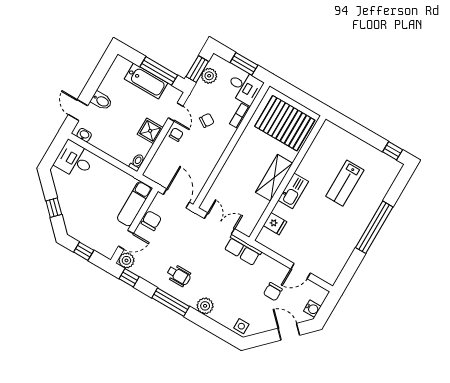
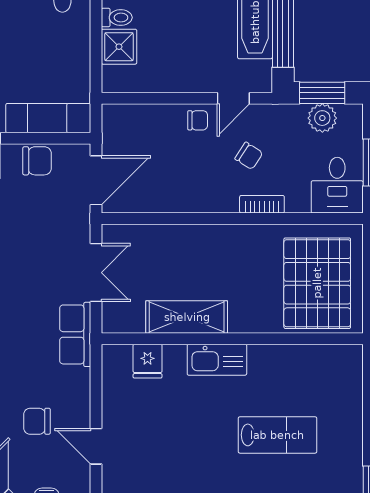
bookcase: (240, 116) -> (262, 204), moved
shower: (150, 131) -> (119, 47), moved
toilet: (137, 162) -> (117, 17), moved
shelving: (274, 178) -> (187, 317), moved
lab bench: (345, 183) -> (277, 435), turned 180

